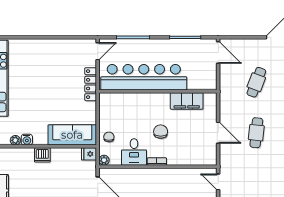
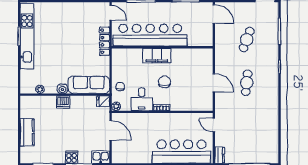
door: (98, 51) -> (111, 13), hinge flipped
filing cabinet: (187, 101) -> (157, 56), moved
water cooler: (27, 140) -> (62, 89), moved

